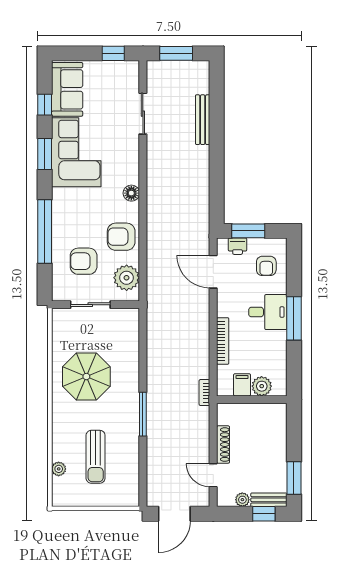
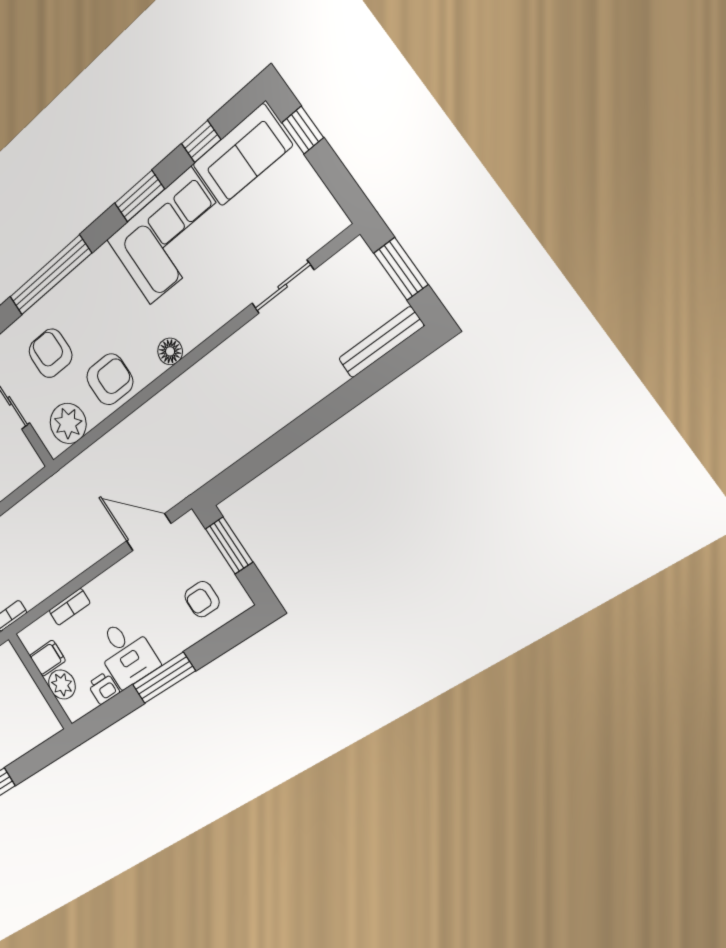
window: (113, 53) -> (303, 130), moved
bench: (203, 120) -> (381, 342), moved
armchair: (121, 237) -> (110, 379), turned 90
printer: (238, 246) -> (104, 688), moved, turned 90
door: (213, 272) -> (149, 532), hinge flipped
desk: (268, 312) -> (126, 653), moved
bookcase: (223, 341) -> (70, 607), width x0.64

